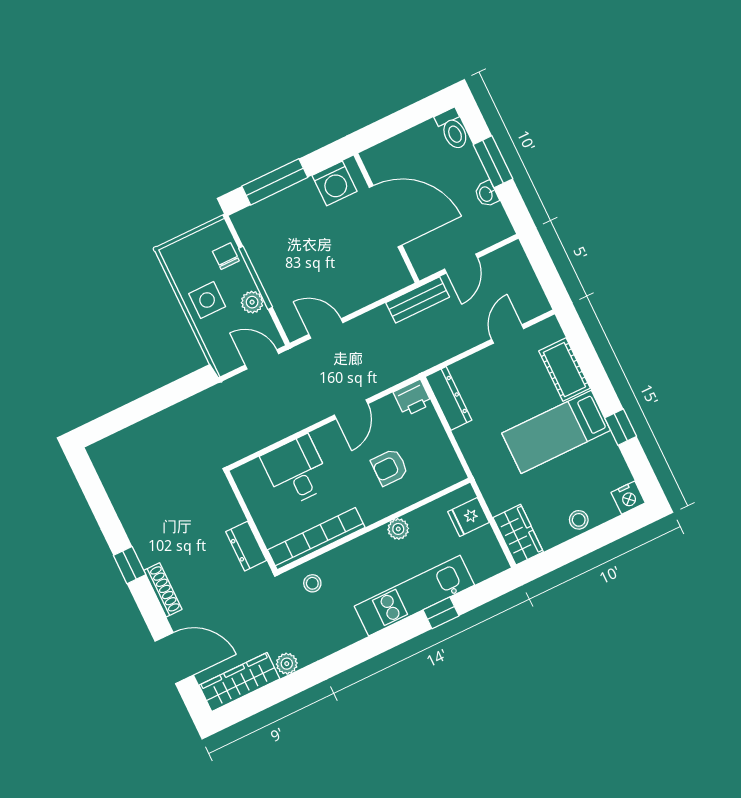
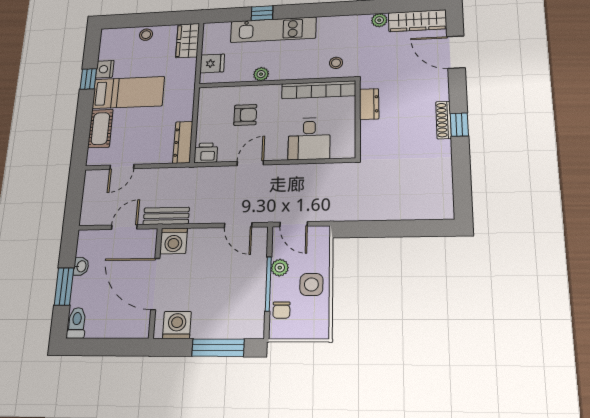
washing machine: (392, 275) -> (174, 241), added
nightstand: (628, 498) -> (105, 69), moved, turned -90
shoe rack: (163, 590) -> (444, 120), moved

